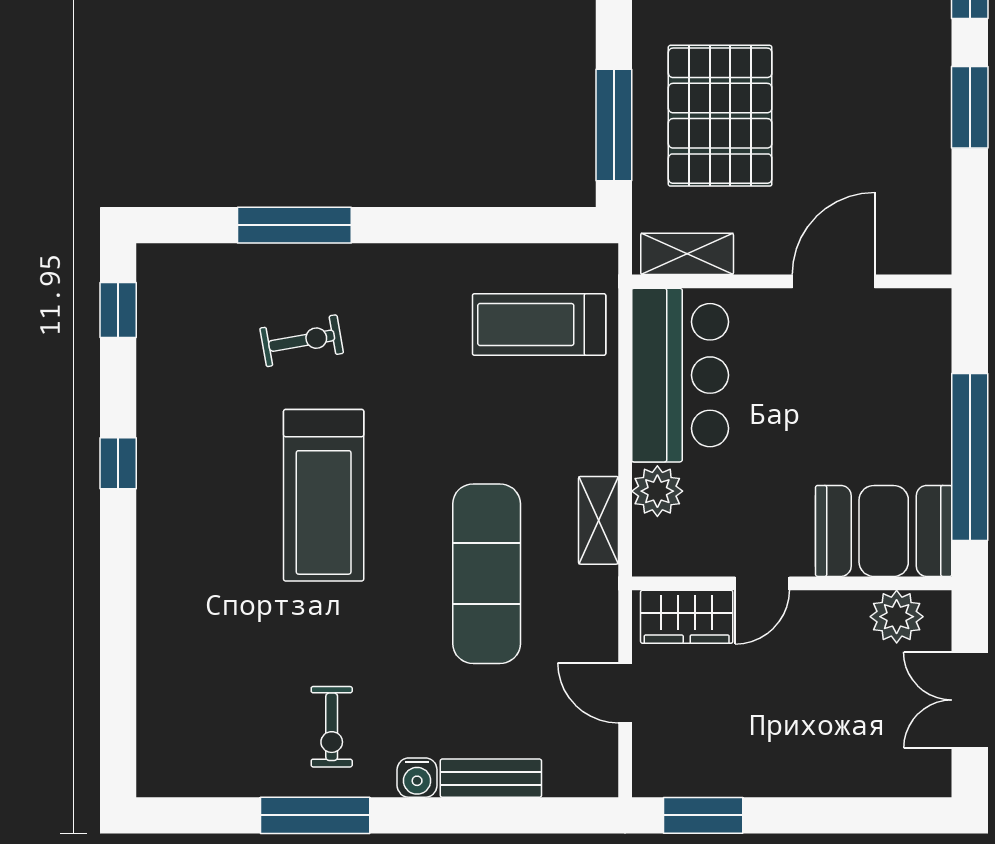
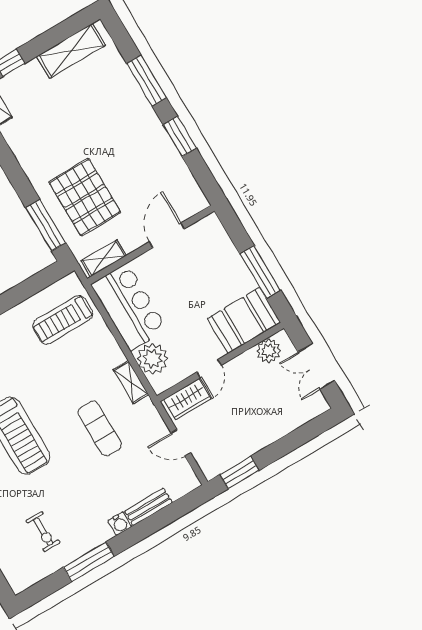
window: (970, 457) -> (260, 272), width x0.68
plant: (657, 491) -> (153, 359), width x1.36, depth x1.36
exercise mat: (487, 574) -> (100, 429), width x0.73, depth x0.69
exercise bike: (332, 727) -> (43, 532), moved

